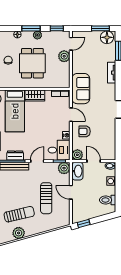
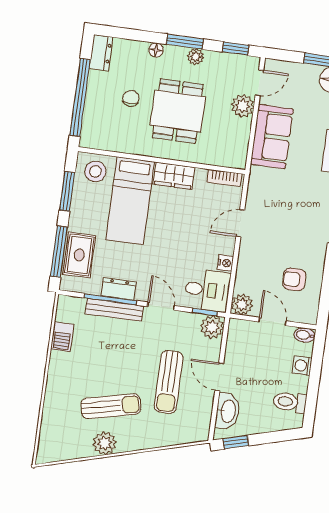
sofa: (81, 89) -> (272, 137), moved
door: (71, 115) -> (240, 223), swing flipped
armchair: (85, 131) -> (294, 279), moved
door: (37, 161) -> (161, 306), hinge flipped
washbasin: (77, 171) -> (228, 411), moved

